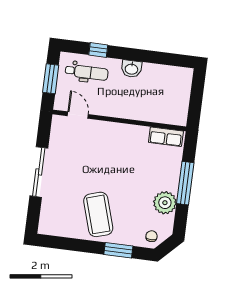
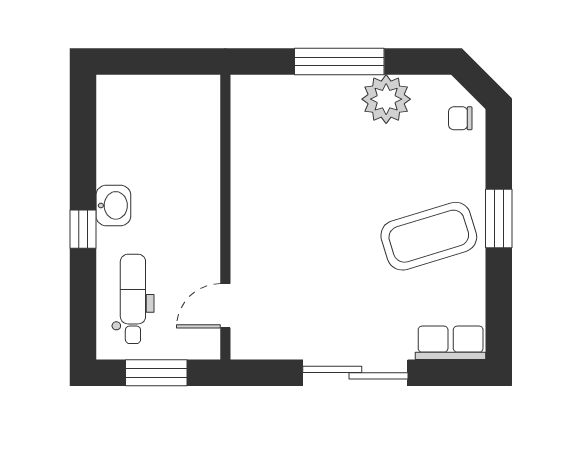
window: (98, 50) -> (83, 229), moved
row of seats: (166, 137) -> (451, 343), moved, turned -90
window: (118, 250) -> (499, 219), moved

